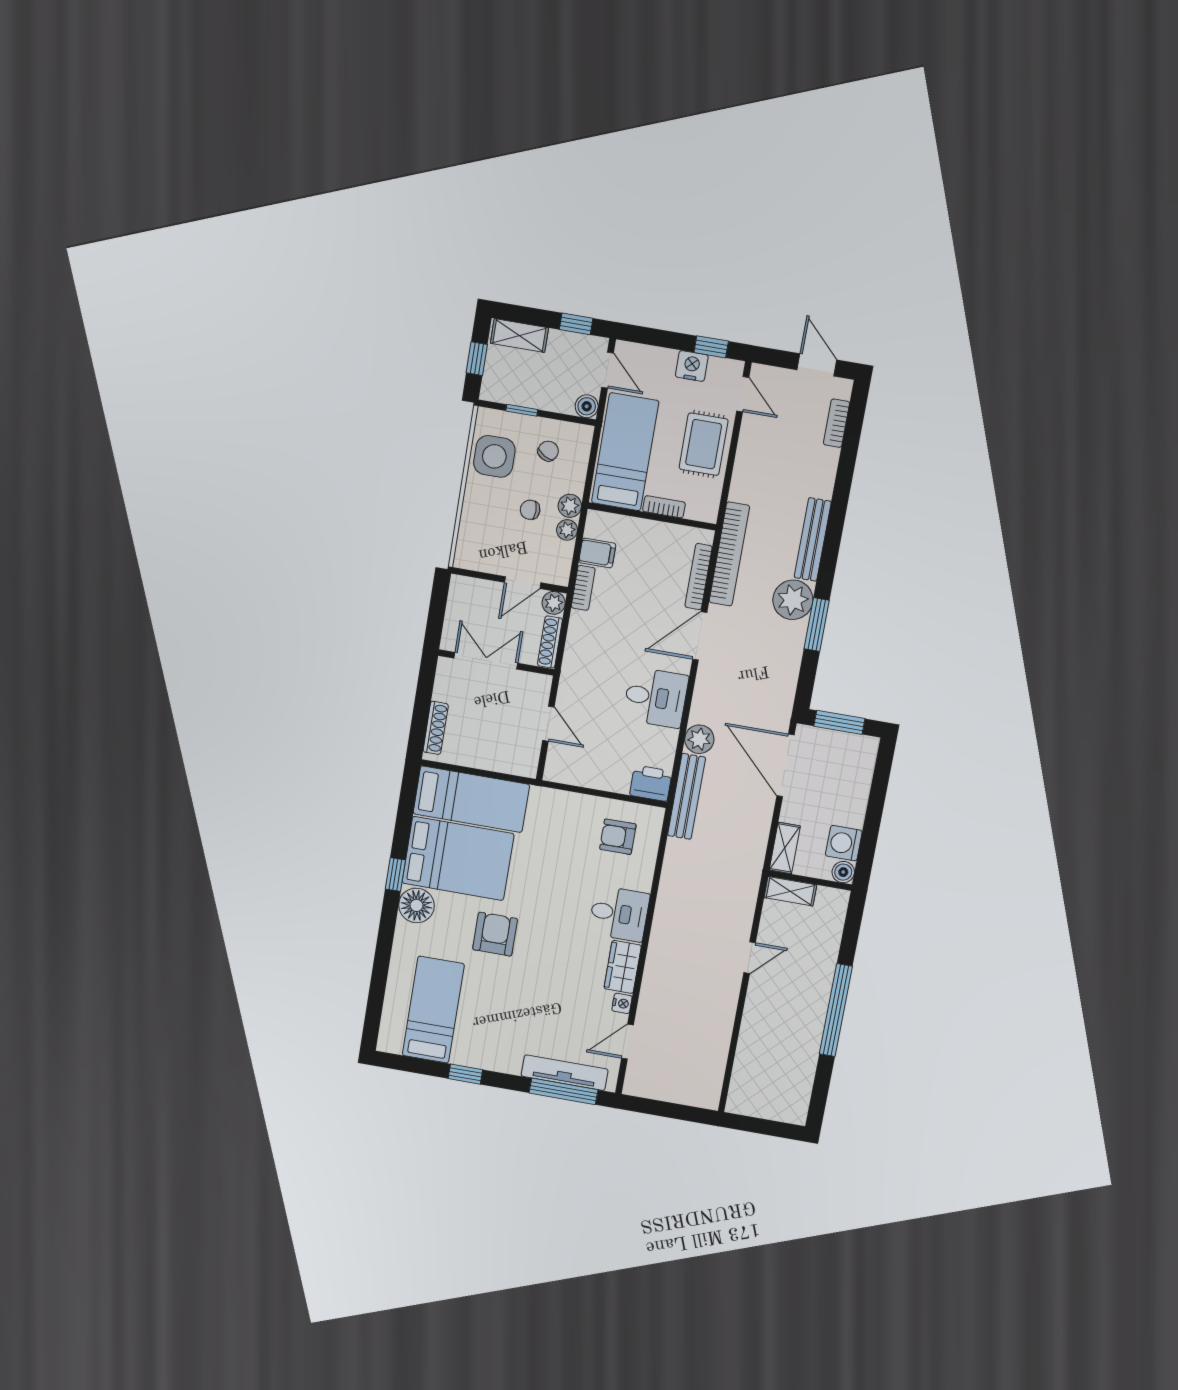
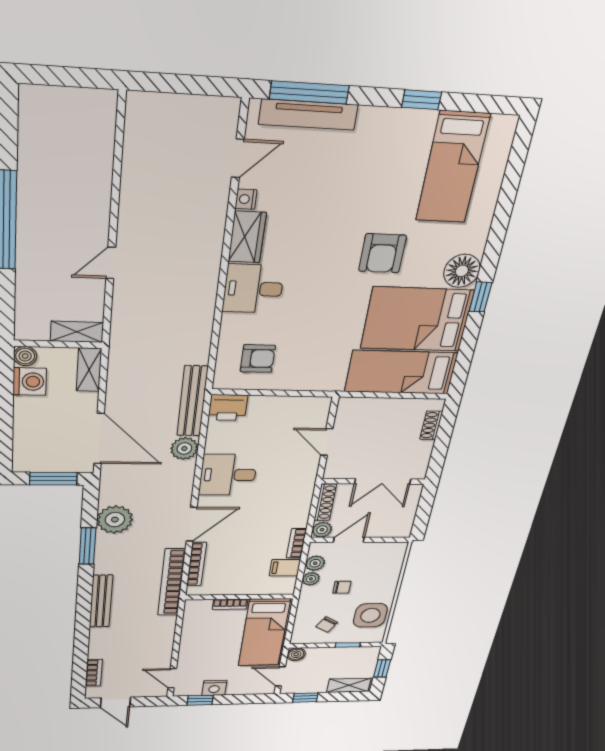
rug: (704, 444) -> (201, 646), removed
plant: (570, 506) -> (315, 563), moved
plant: (793, 600) -> (115, 520), moved
shoe rack: (436, 728) -> (431, 425), width x0.70

